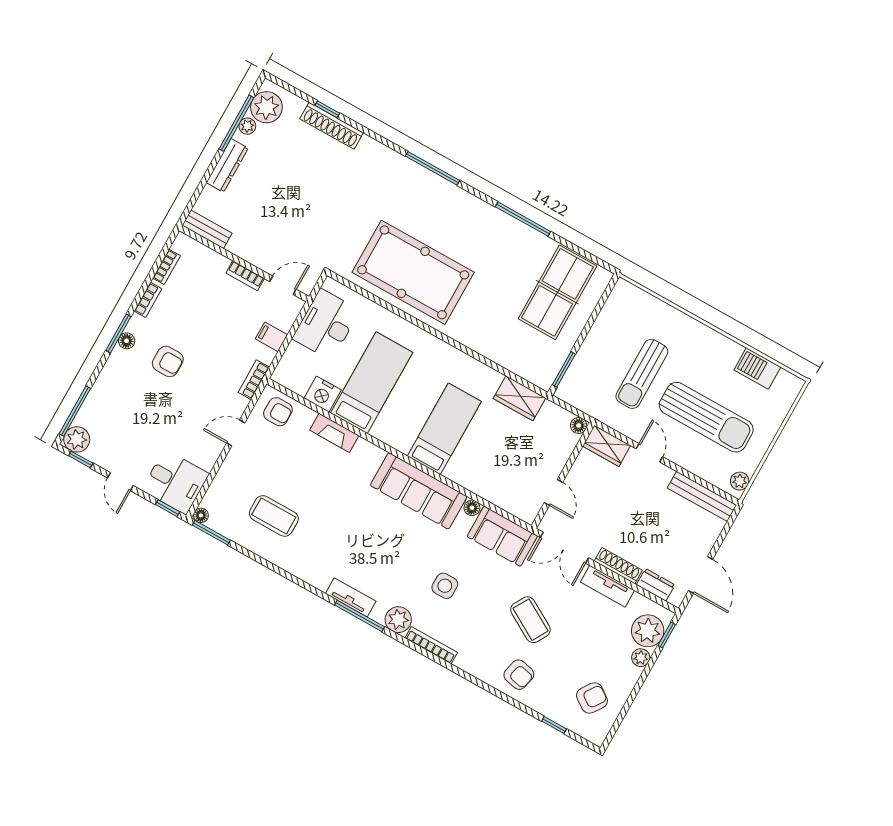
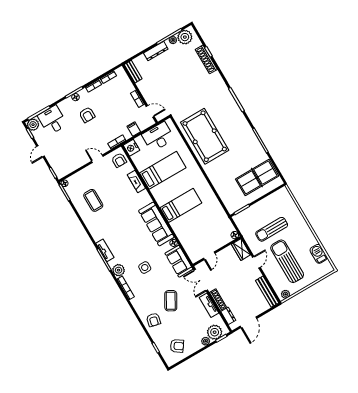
nightstand: (323, 394) -> (131, 148), moved
wardrobe: (519, 398) -> (218, 211), removed
sun lounger: (706, 417) -> (287, 261), turned 180
desk: (175, 482) -> (52, 120), moved, turned 180

